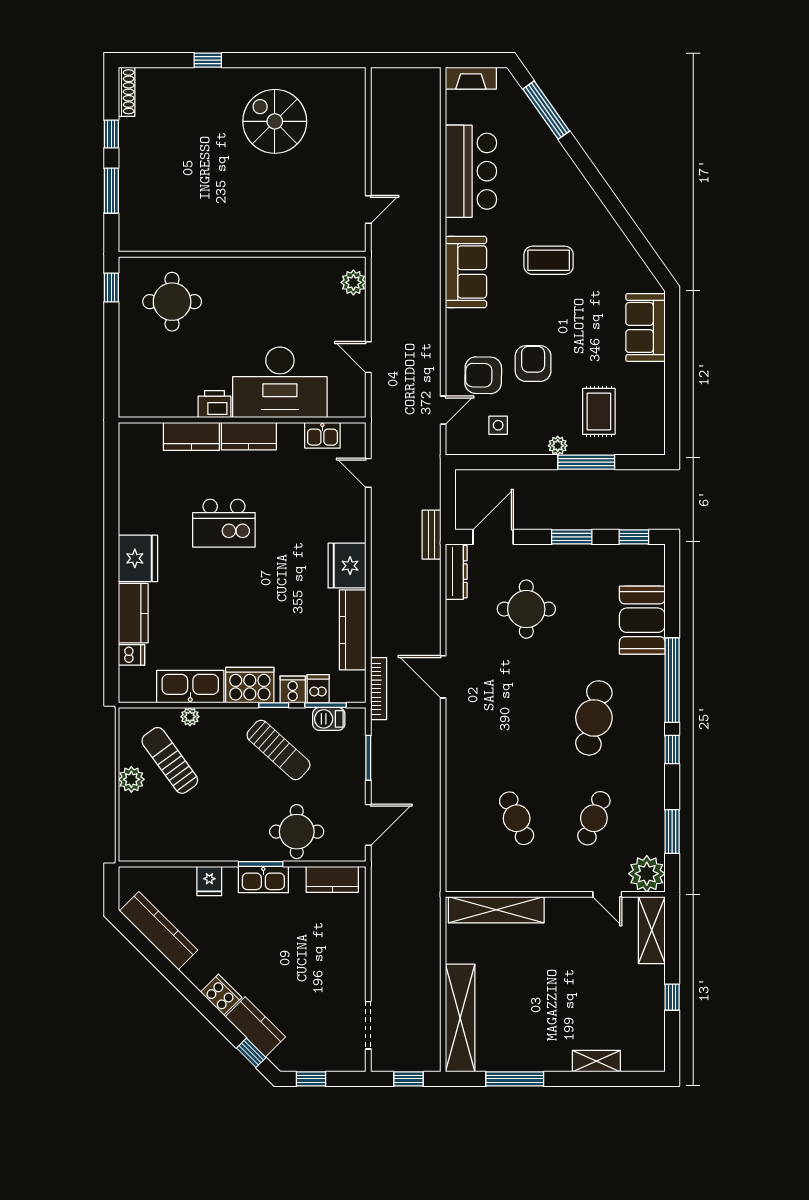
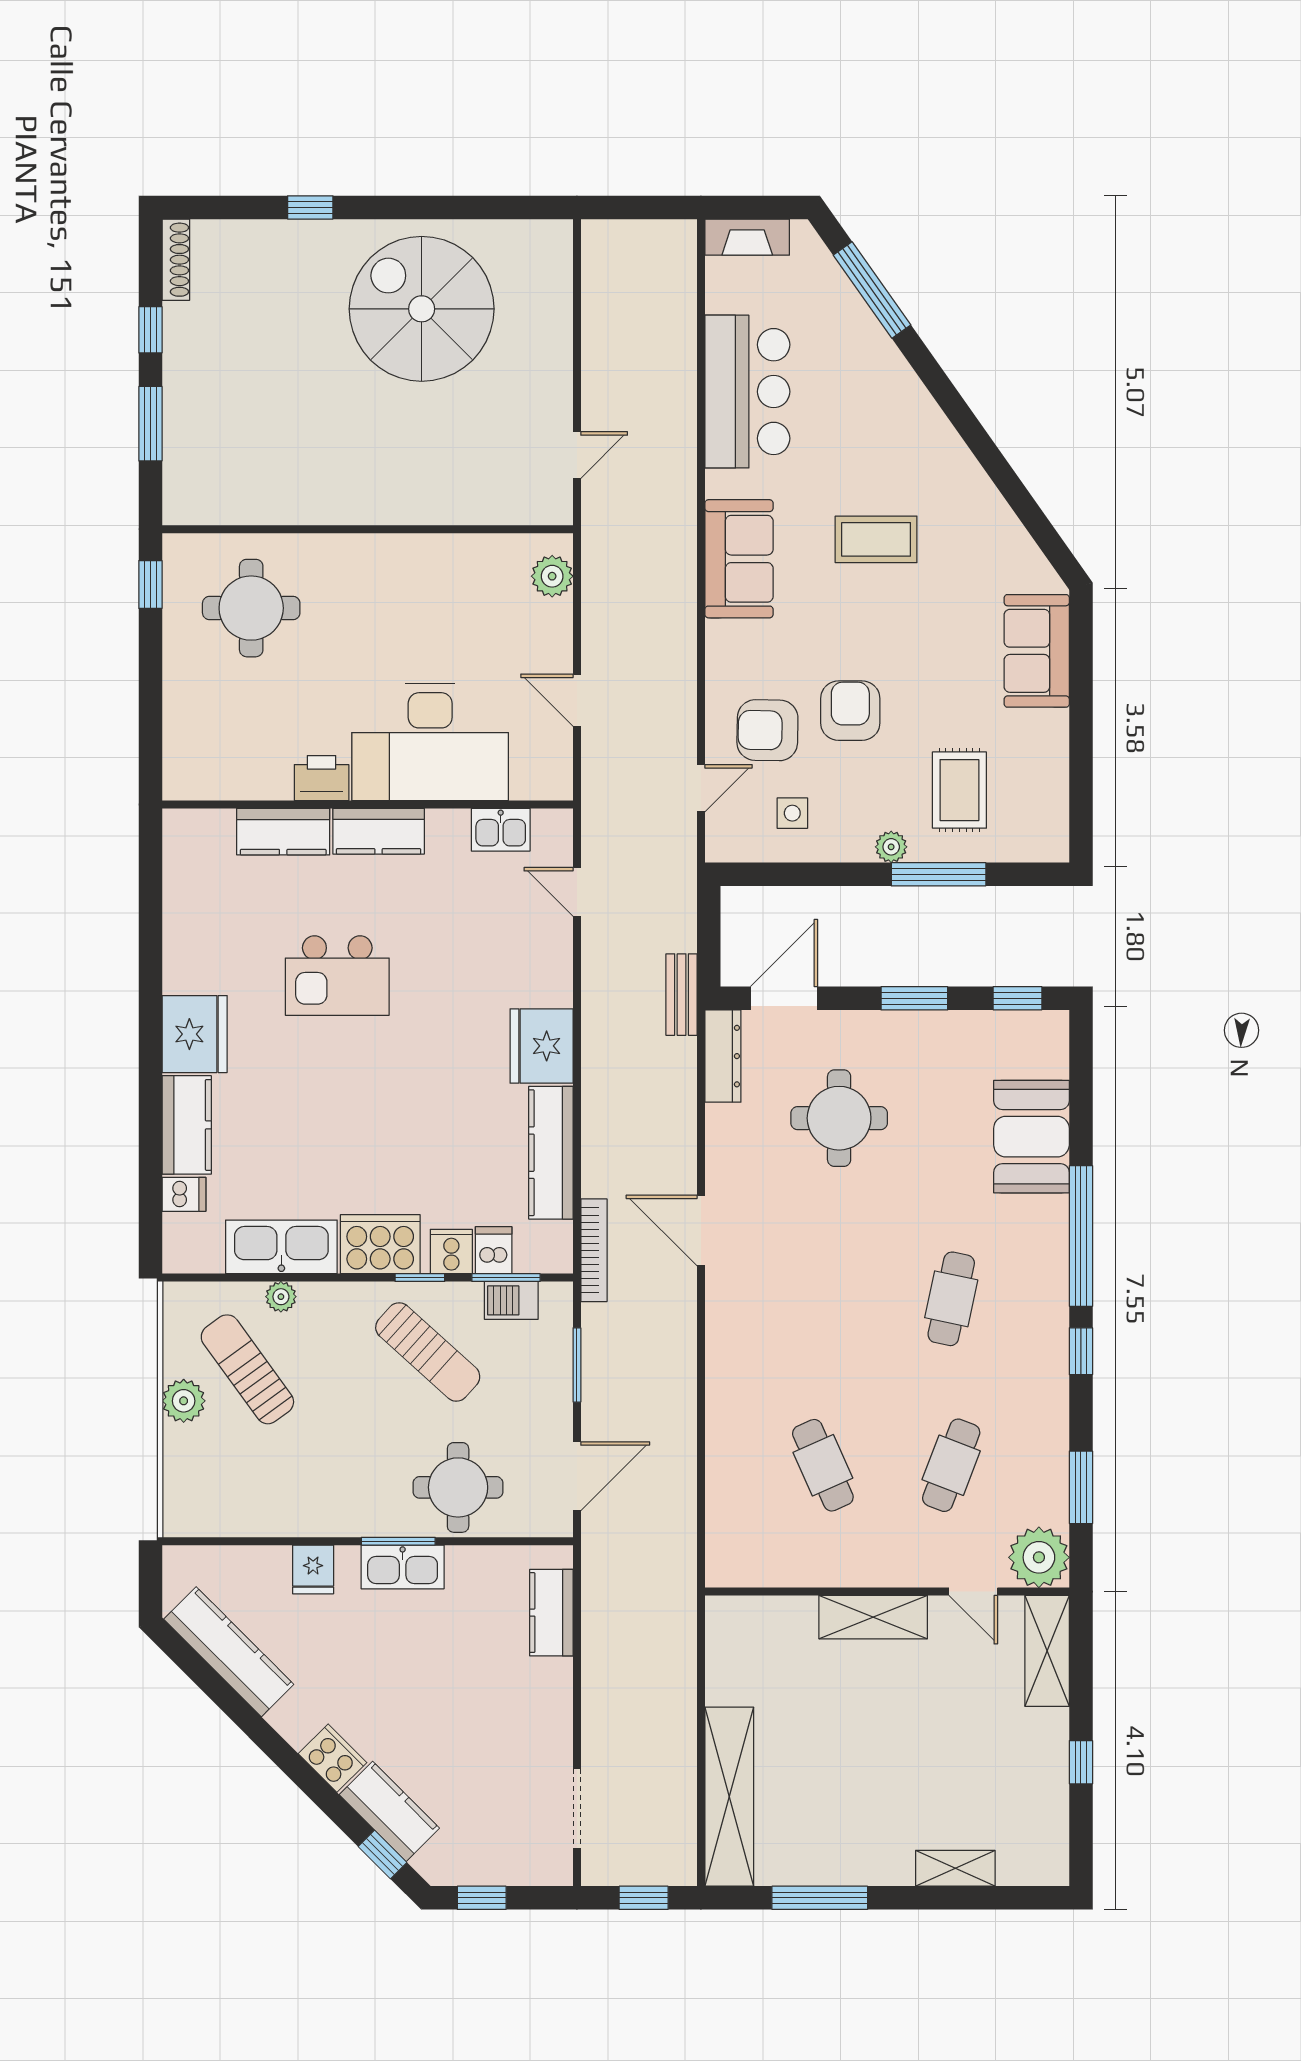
spiral stairs: (275, 121) -> (422, 309), width x1.37, depth x1.37
cafe table: (594, 718) -> (951, 1299), width x0.73, depth x0.74
kitchen counter: (332, 879) -> (551, 1613), moved, turned 90
shelving: (496, 910) -> (873, 1617), moved, width x0.68

